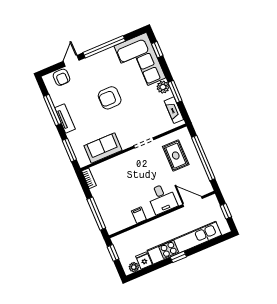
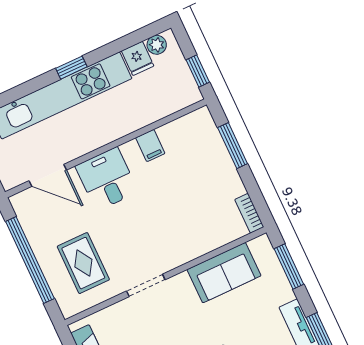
window: (96, 214) -> (233, 146), width x0.69

